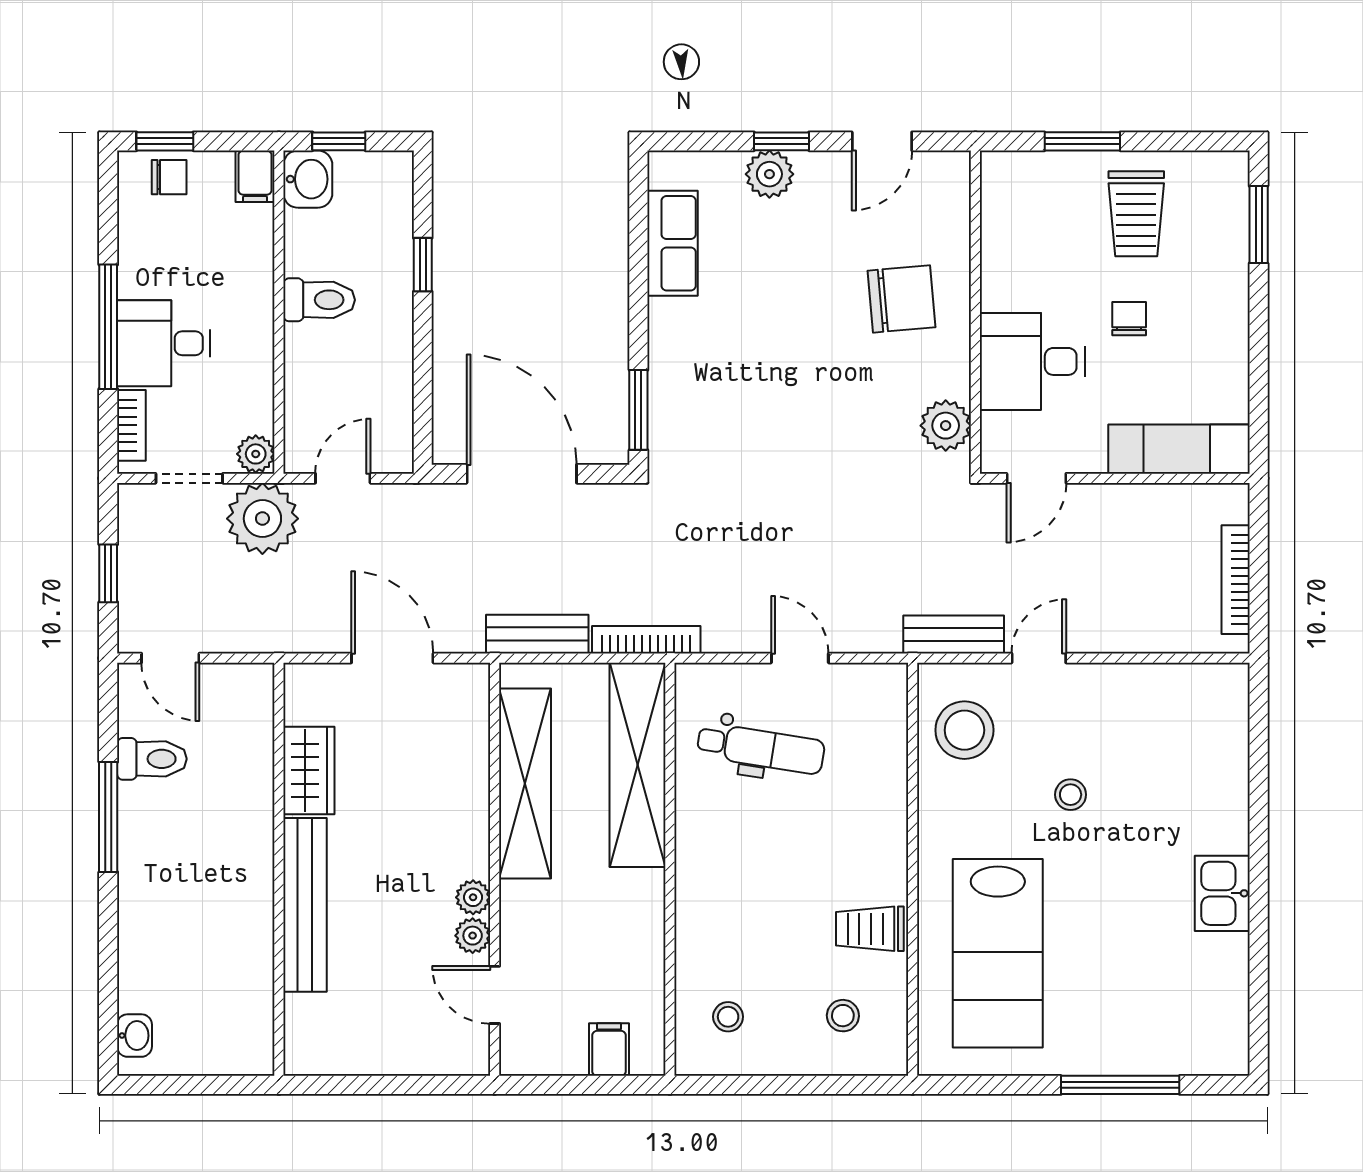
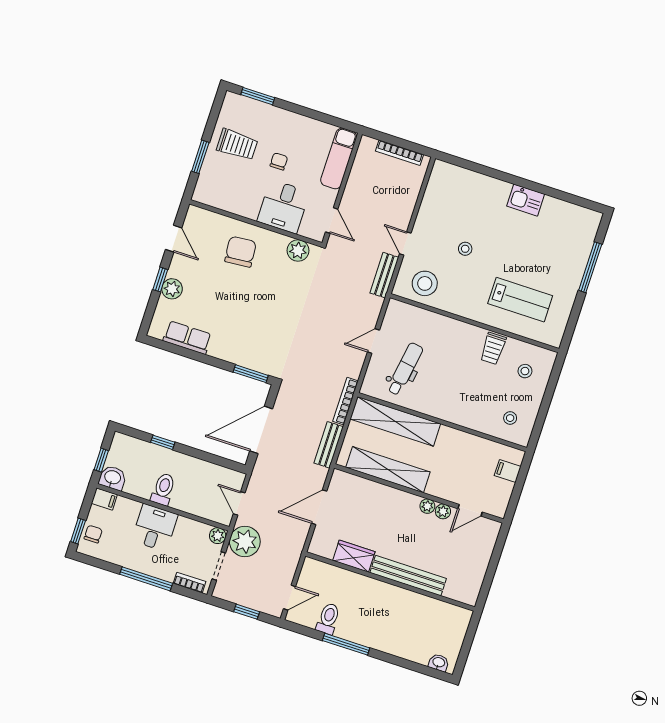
chair: (1129, 319) -> (279, 161), turned 90
desk: (164, 343) -> (155, 528), moved, turned 180
lab bench: (998, 953) -> (520, 300), width x0.73, depth x0.72

